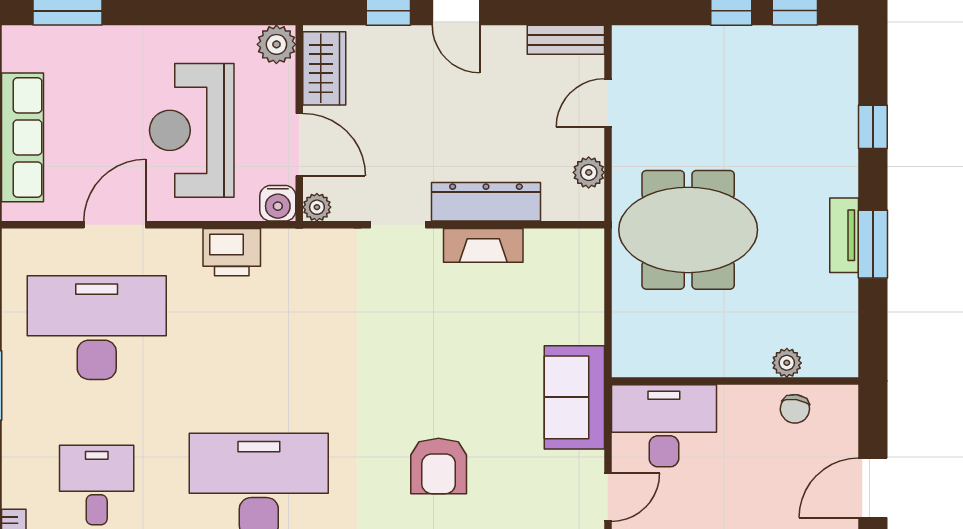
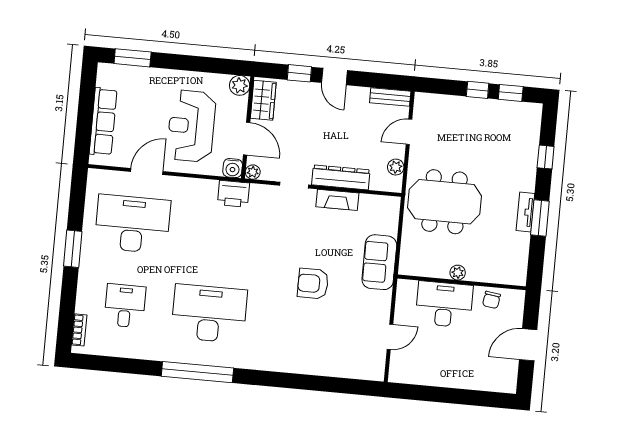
printer: (232, 252) -> (234, 194), moved
plant: (787, 363) -> (458, 273), moved
sofa: (574, 397) -> (379, 262), moved
desk: (664, 426) -> (444, 304), moved
armchair: (439, 466) -> (313, 284), moved, turned 90

